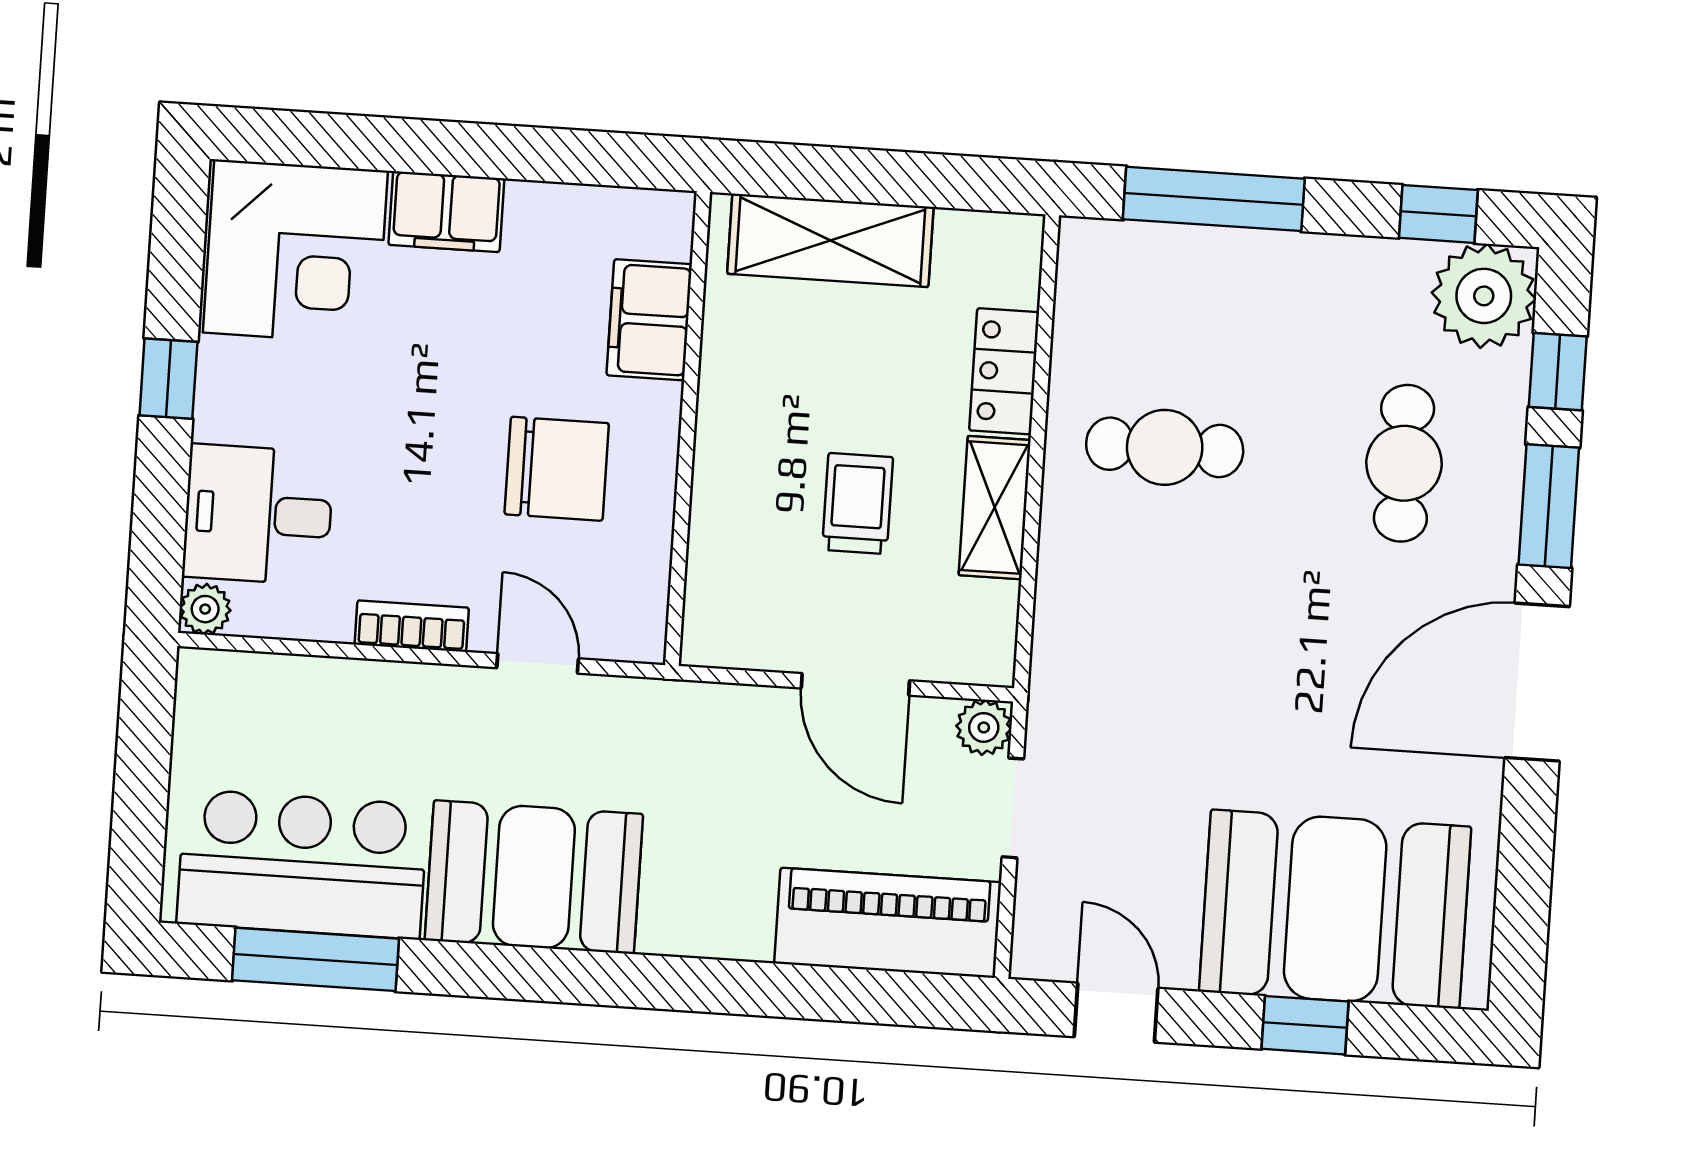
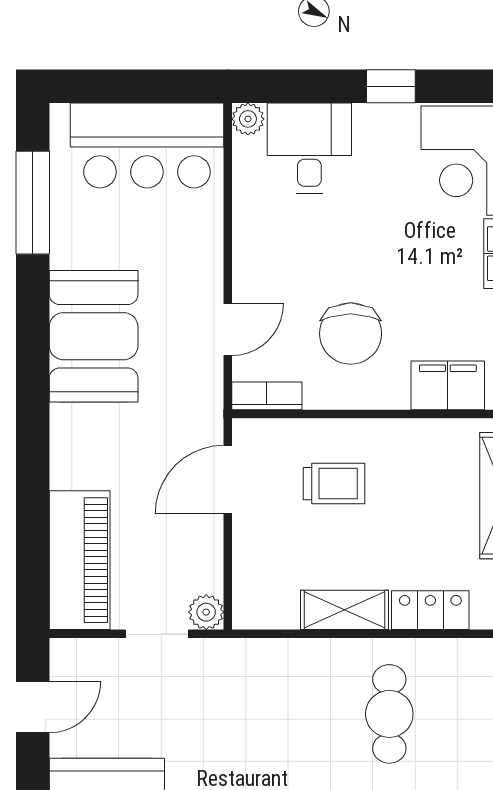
trolley: (858, 504) -> (334, 484), moved
bookcase: (412, 626) -> (267, 396), moved, turned -90
door: (855, 684) -> (228, 480), moved
bar counter: (302, 864) -> (147, 145), moved, turned 90

